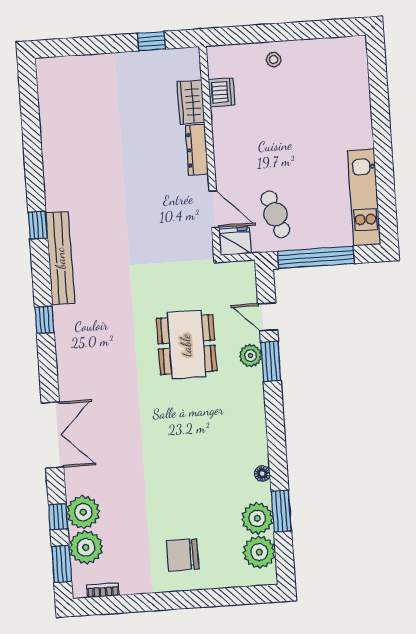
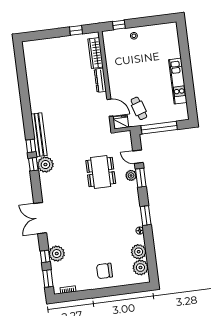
window: (243, 35) -> (119, 25), added
dishwasher: (222, 92) -> (110, 53), removed
wardrobe: (191, 102) -> (96, 53), width x1.50
kitchen unit: (364, 198) -> (178, 81), moved
window: (38, 225) -> (31, 146), moved
double door: (53, 435) -> (40, 218), swing flipped
window: (281, 511) -> (146, 216), moved
plant: (86, 547) -> (45, 165), moved

